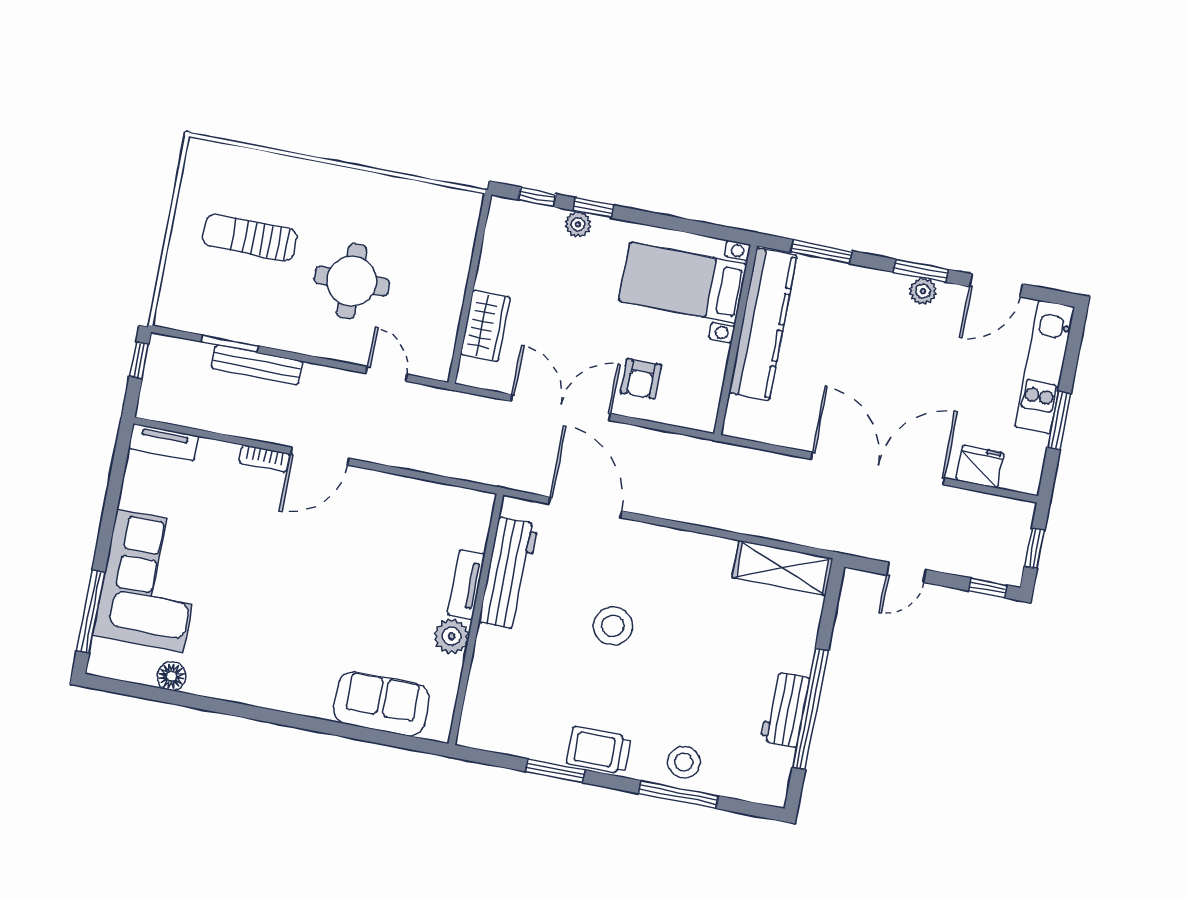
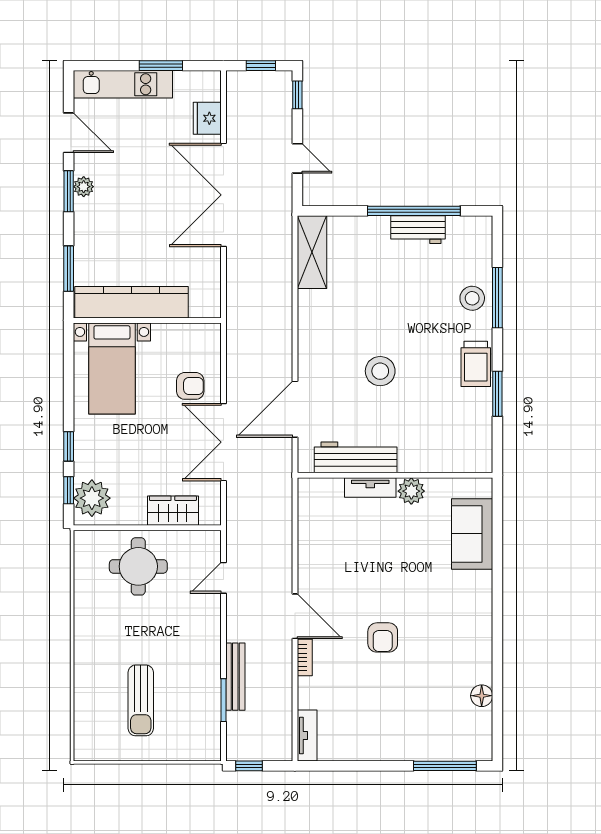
plant: (578, 224) -> (92, 498), moved, width x1.88, depth x1.88
round table: (352, 281) -> (138, 566), moved
armchair: (271, 564) -> (383, 637), added
corner sofa: (150, 581) -> (413, 726), removed

